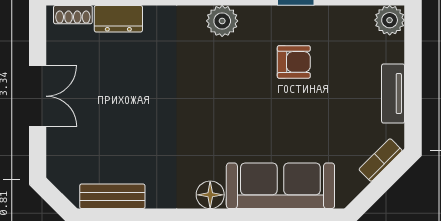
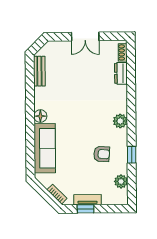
plant: (390, 20) -> (121, 181), moved
armchair: (294, 62) -> (102, 154), turned -86
window: (413, 98) -> (86, 209), added

